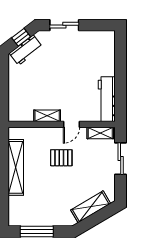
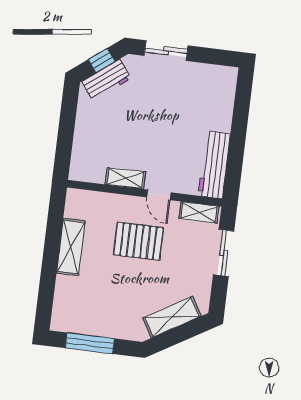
door: (71, 124) -> (159, 195), hinge flipped
pallet: (61, 158) -> (138, 241), width x1.50, depth x1.42
shelving: (16, 167) -> (71, 247), width x0.68

